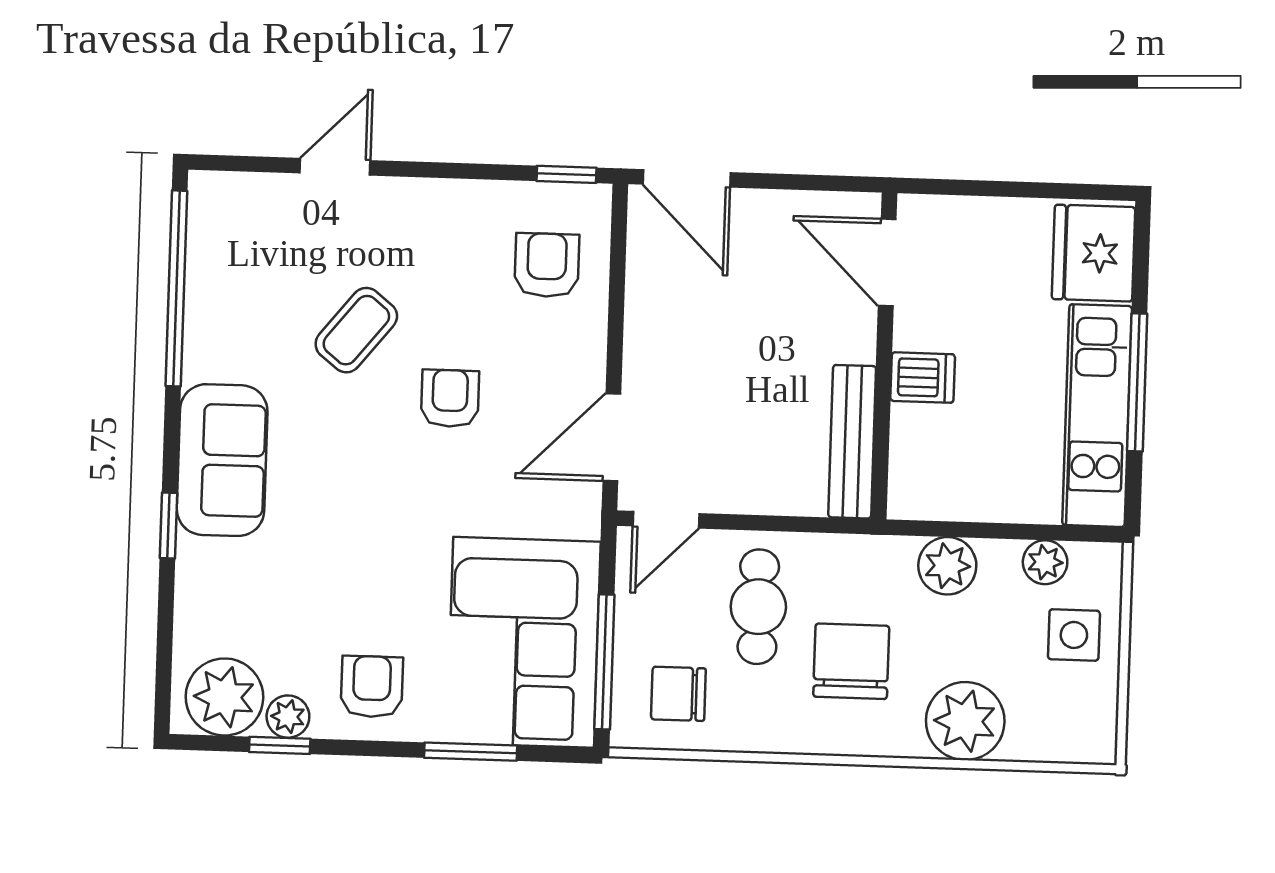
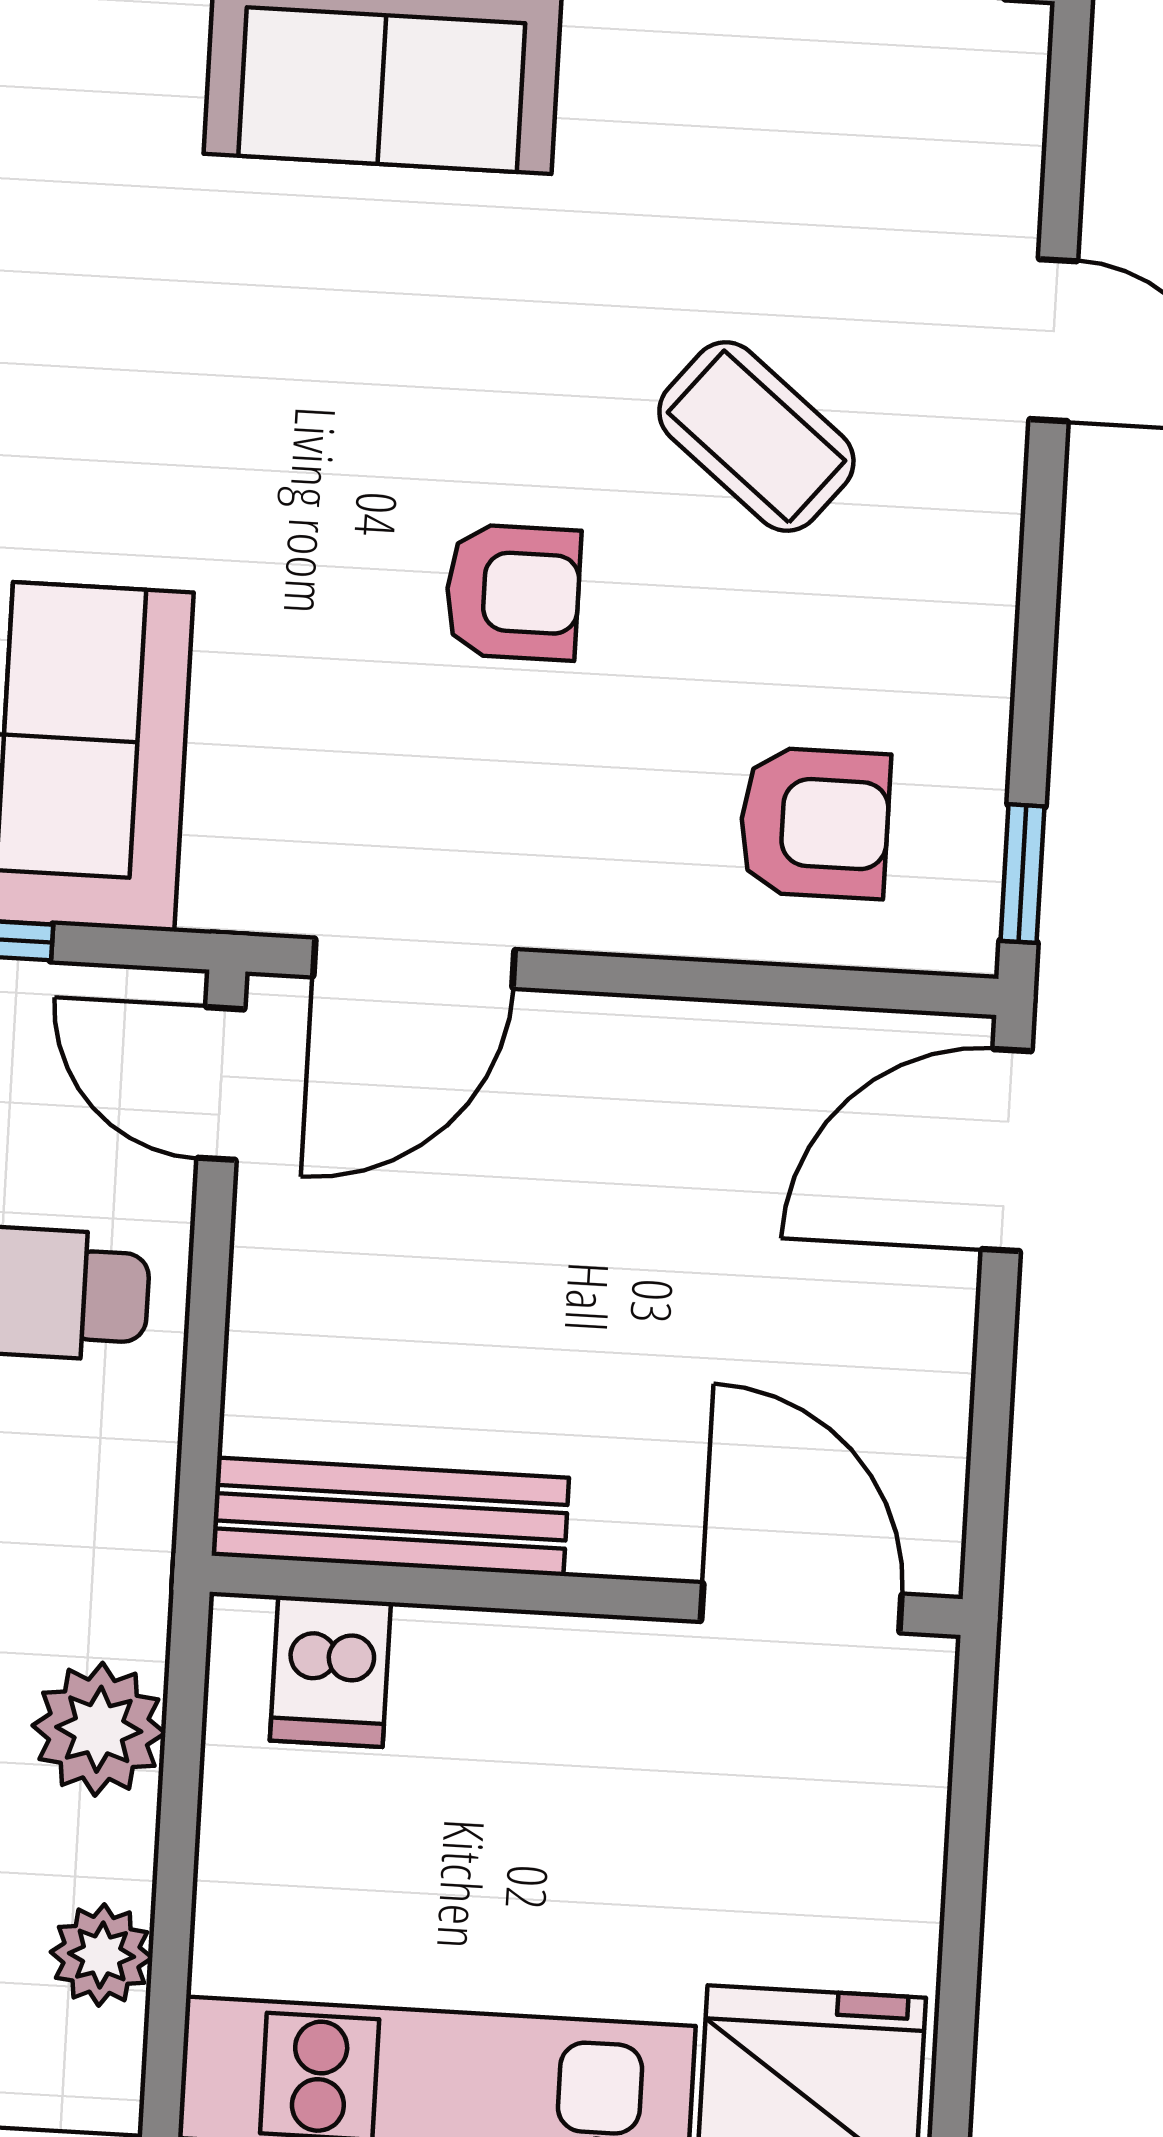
door: (887, 263) -> (801, 1608), hinge flipped
coffee table: (356, 330) -> (756, 437), moved
dishwasher: (923, 378) -> (330, 1671), moved
door: (612, 437) -> (414, 963), swing flipped

